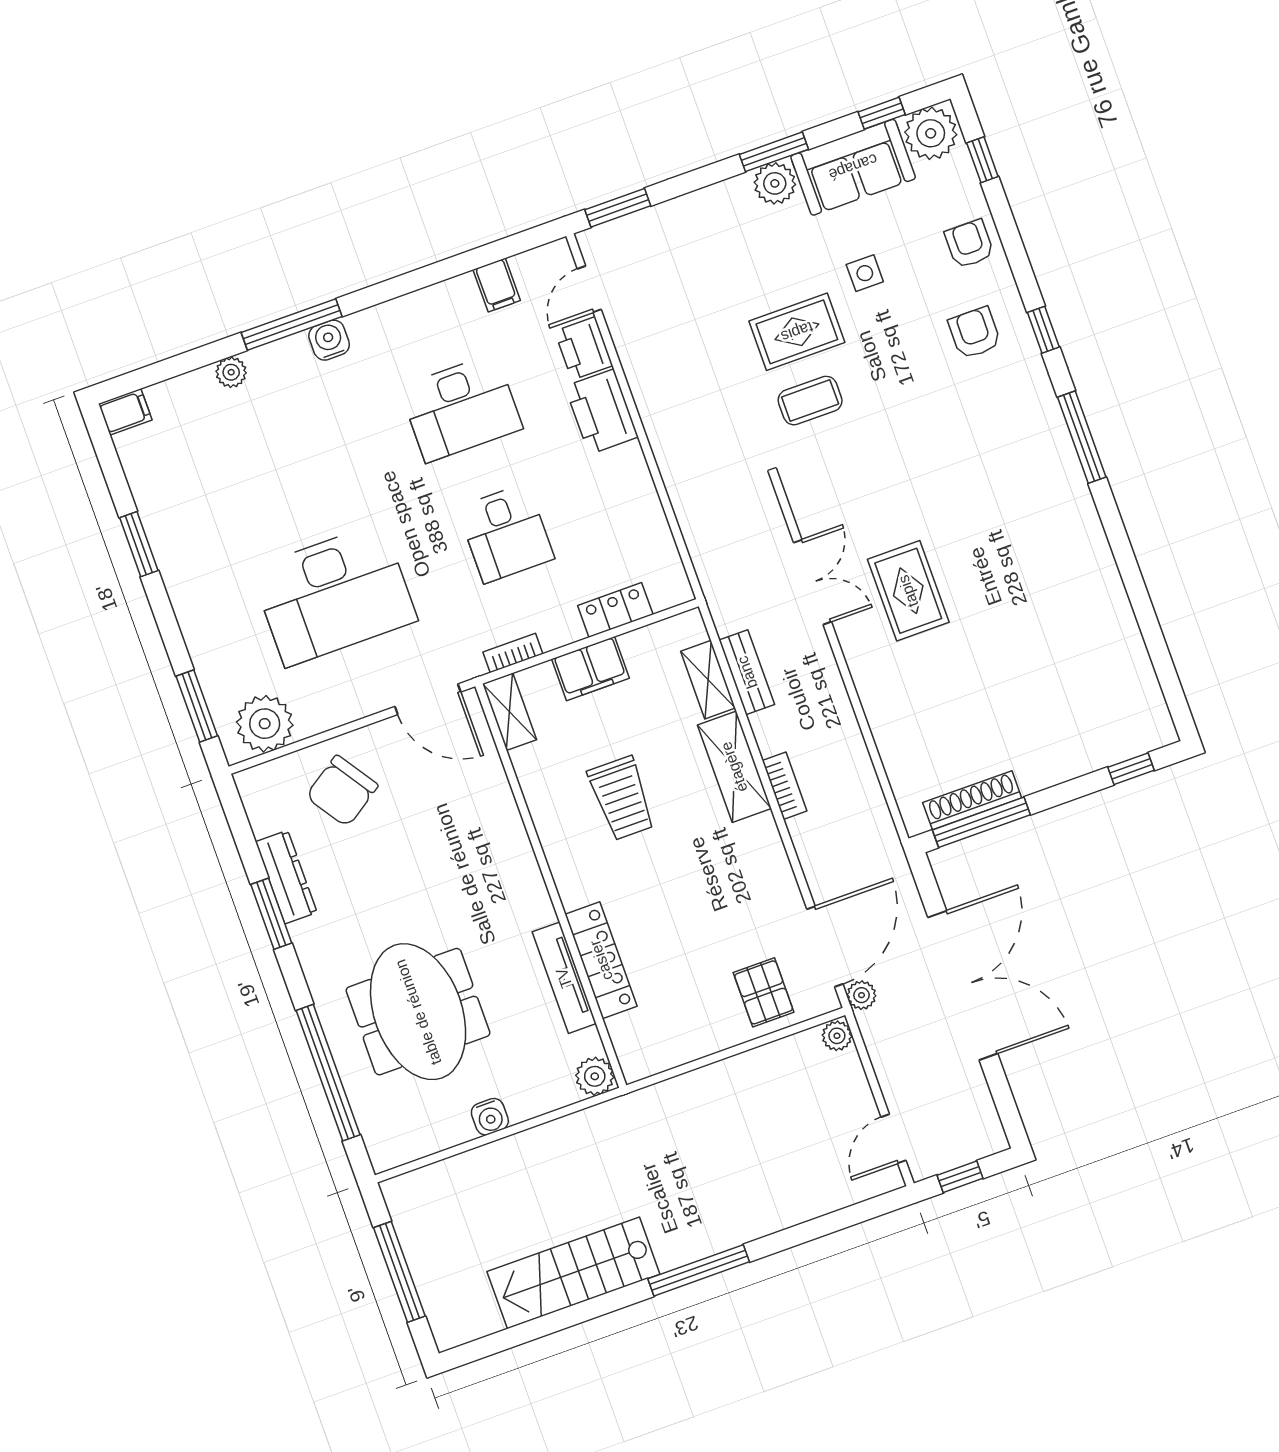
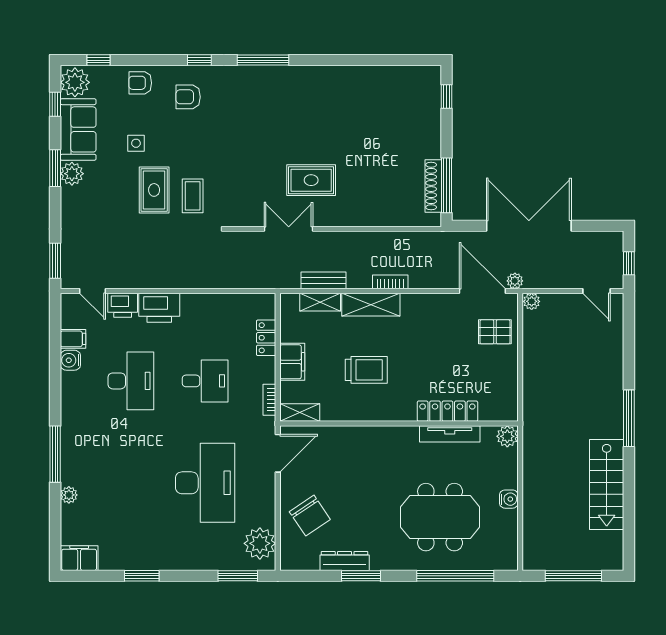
water cooler: (329, 340) -> (70, 360), moved
filing cabinet: (125, 412) -> (79, 558), width x2.00

